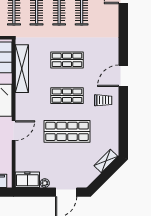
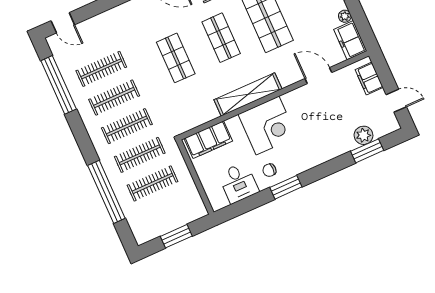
shelving: (22, 69) -> (248, 94), moved
door: (14, 131) -> (318, 76), moved

